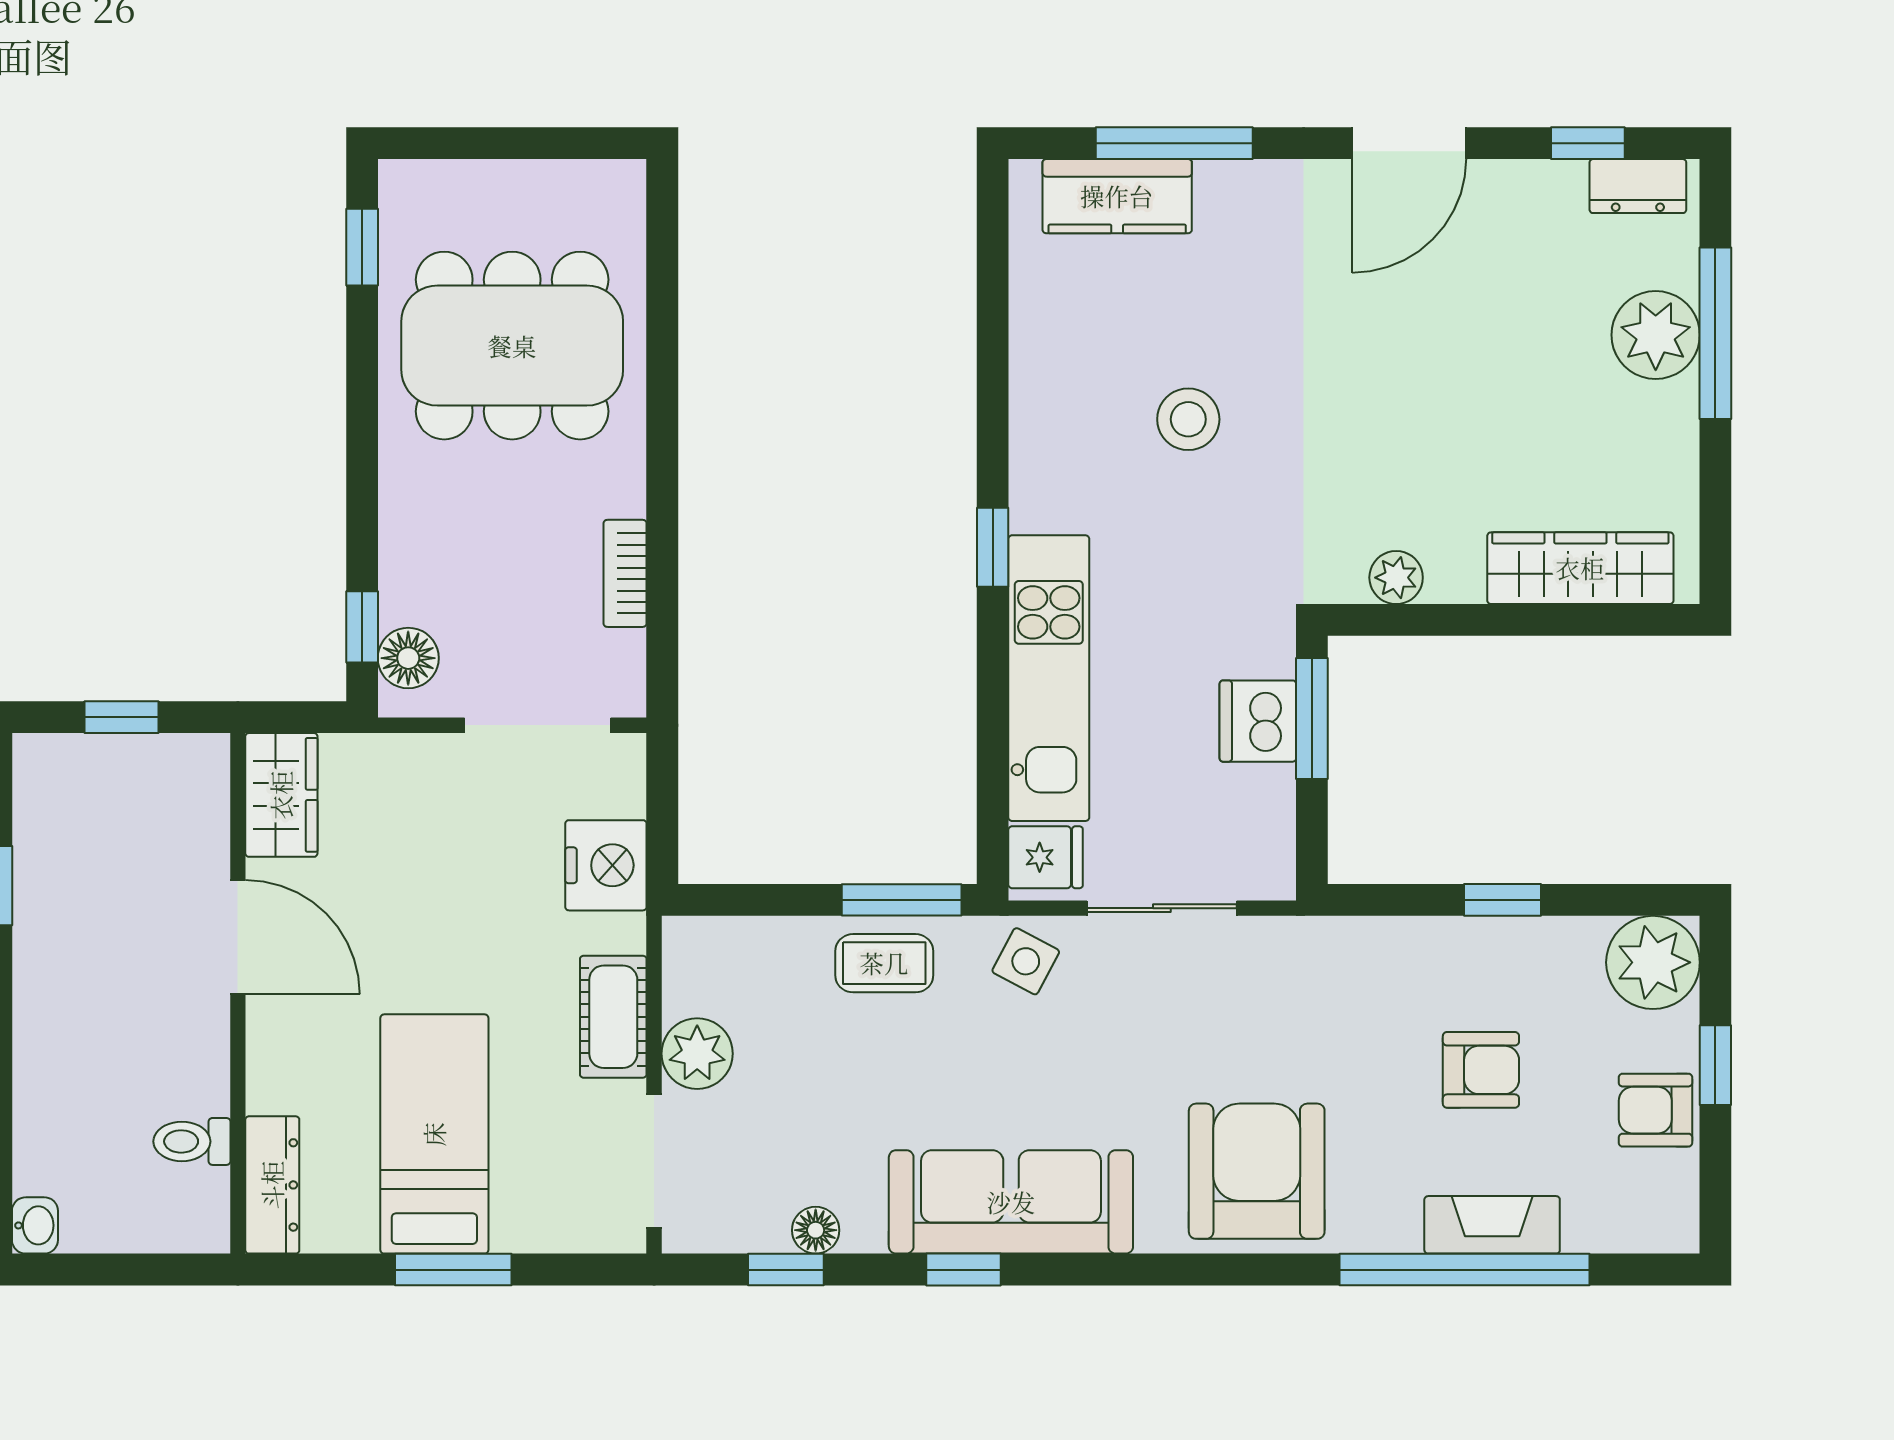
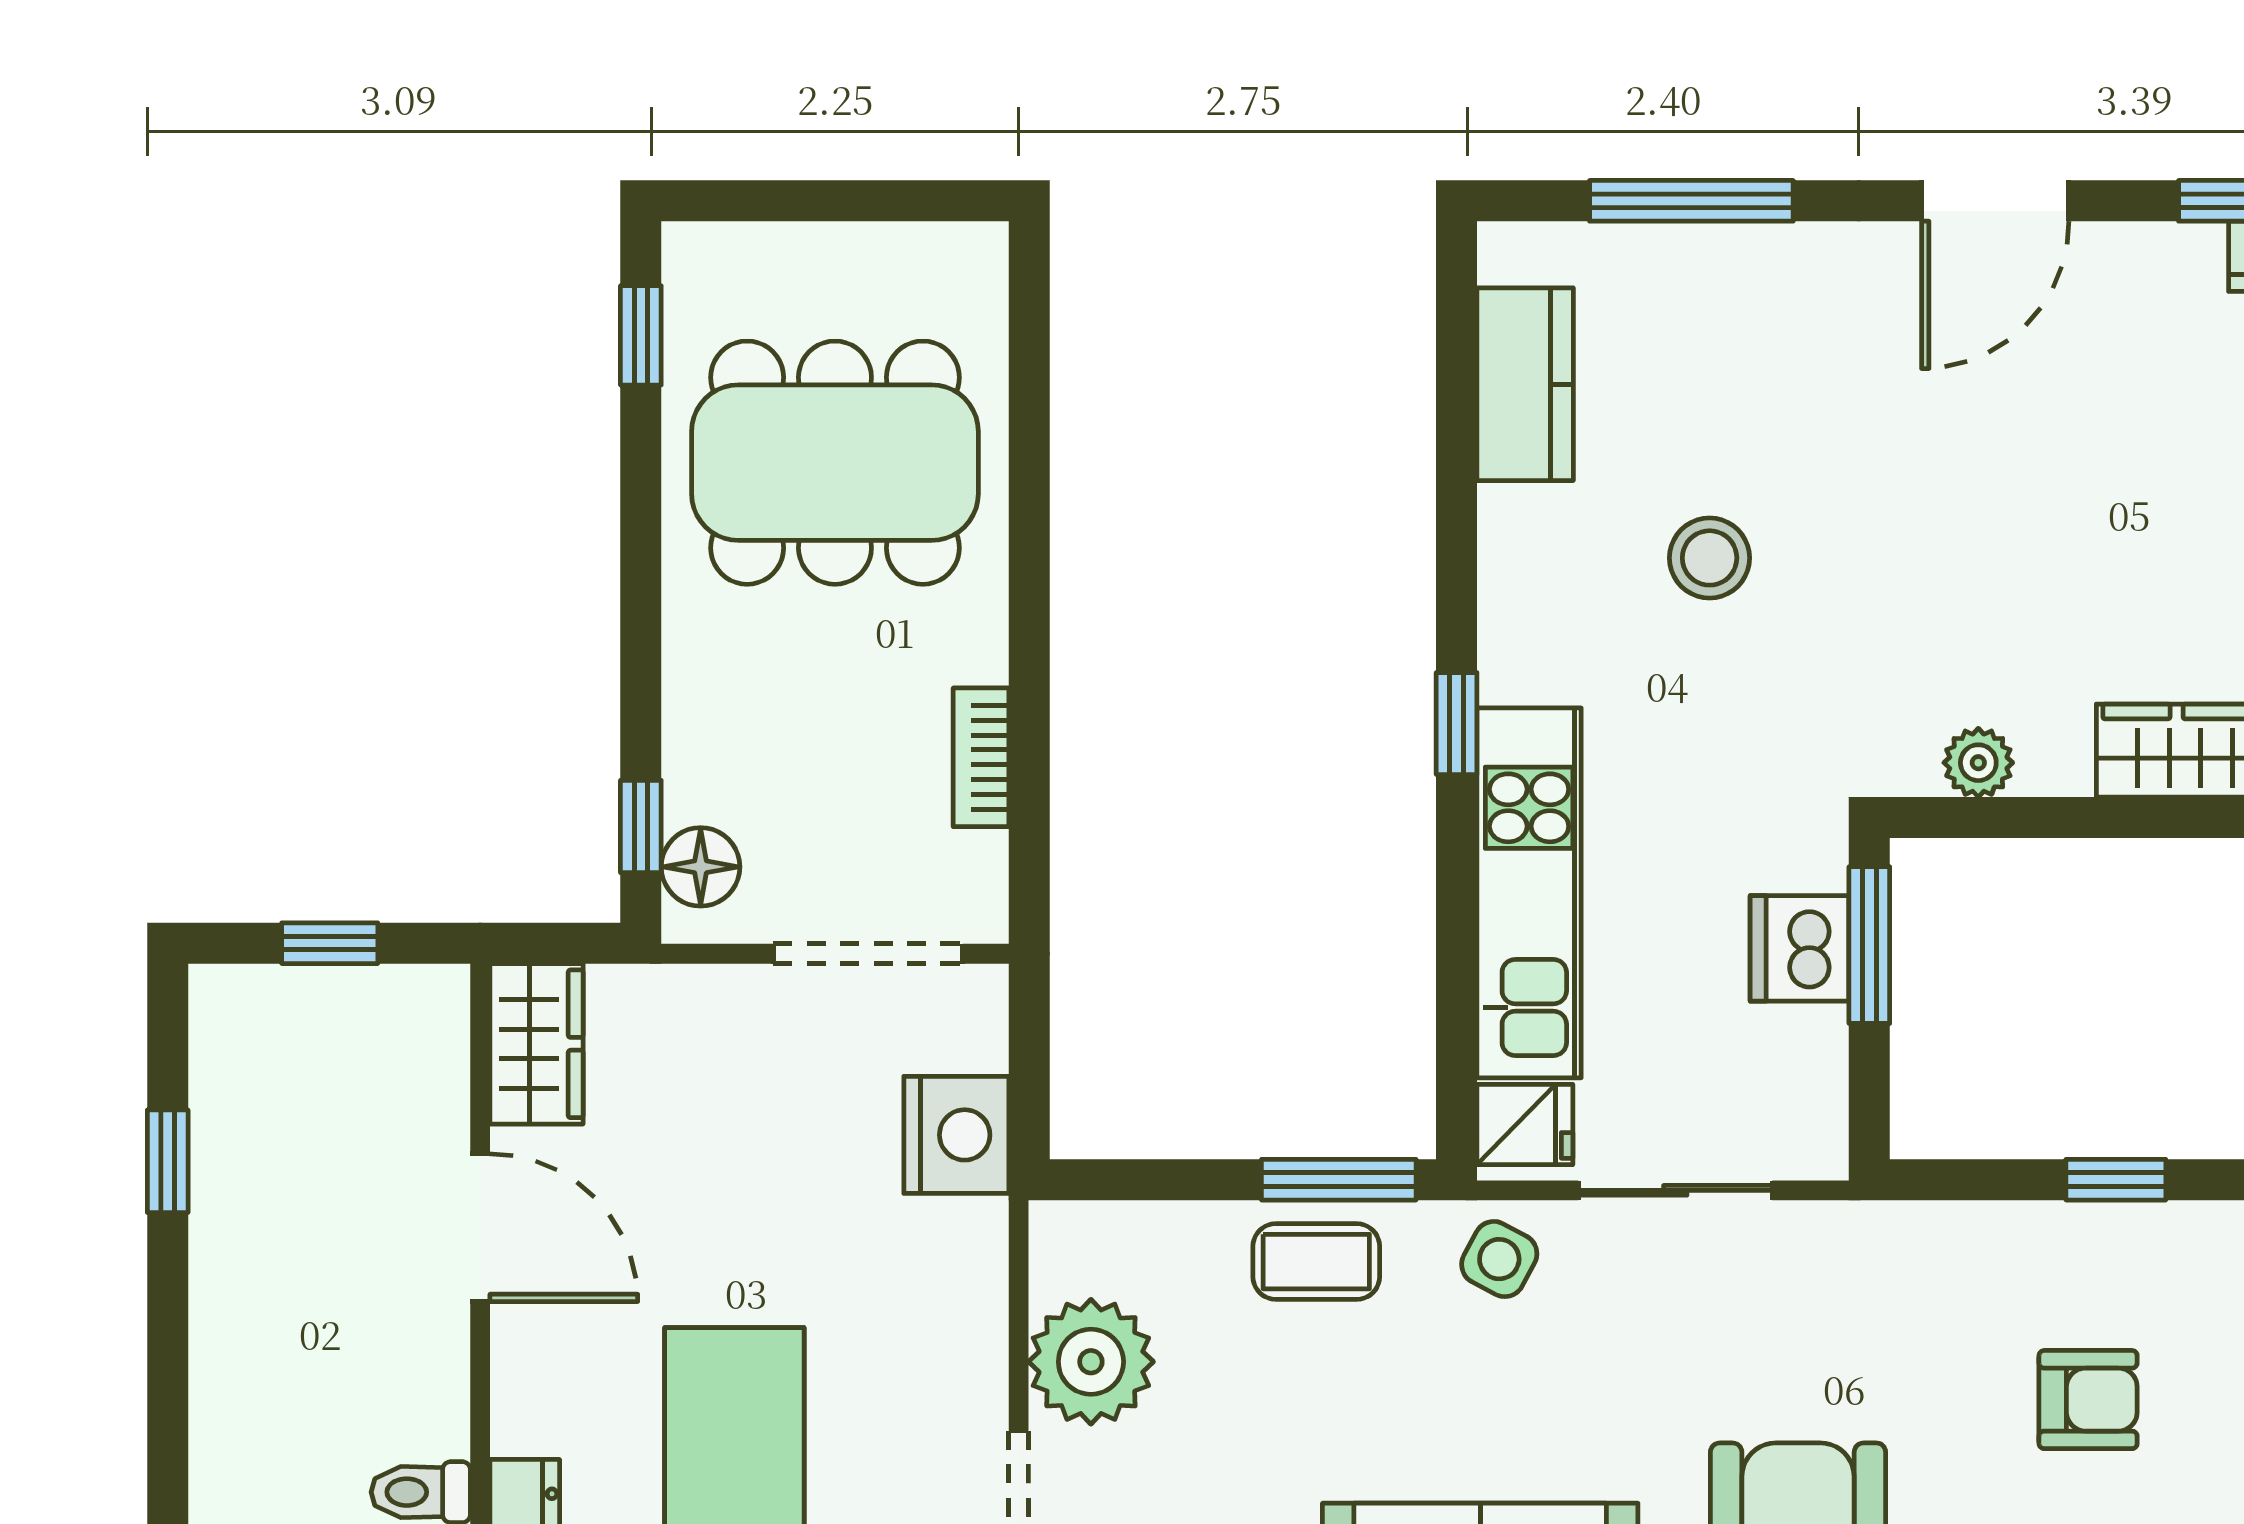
kitchen counter: (1117, 196) -> (1525, 384), moved, turned -90
cot: (613, 1017) -> (966, 1331), removed
plant: (697, 1054) -> (1091, 1362), width x1.36, depth x1.36

